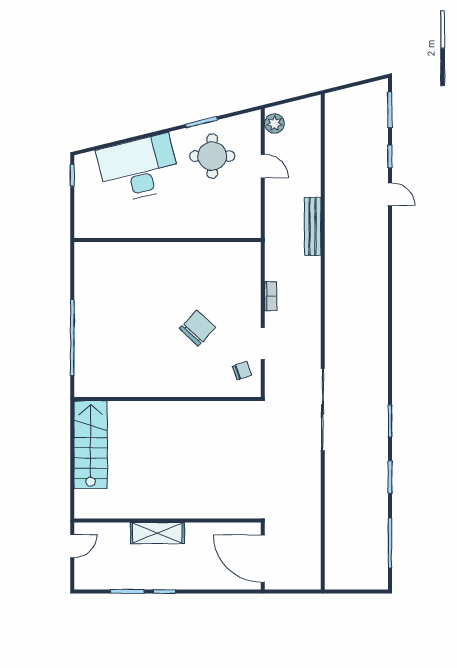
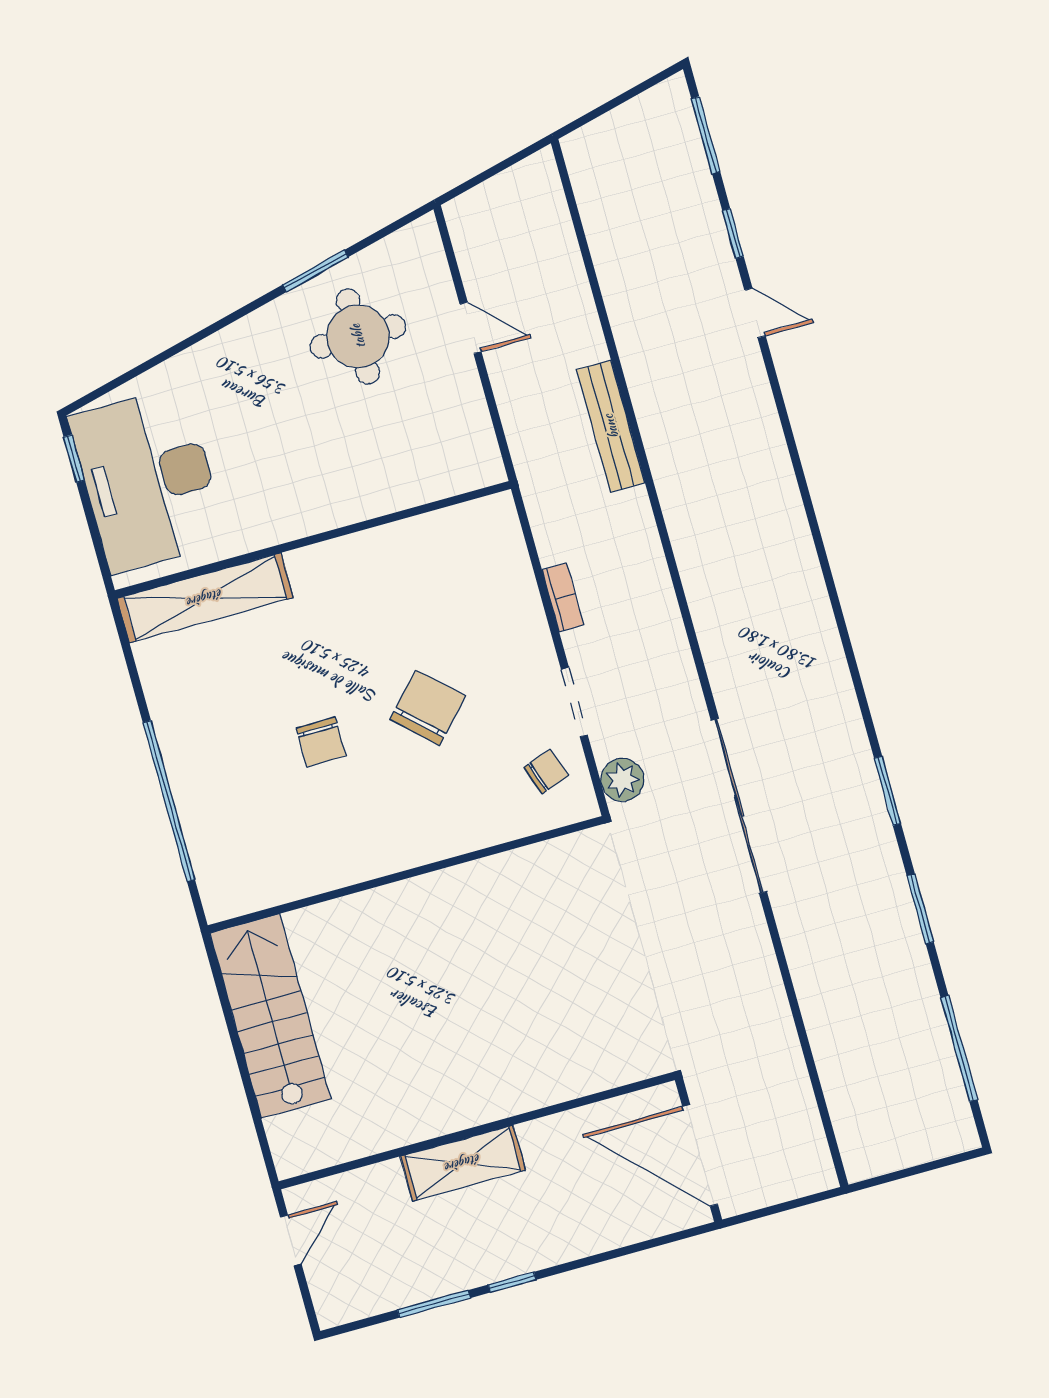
plant: (274, 124) -> (622, 780), moved
desk: (139, 169) -> (148, 480), moved, turned -76
shelving: (113, 253) -> (205, 598), added
chair: (146, 330) -> (321, 742), added

